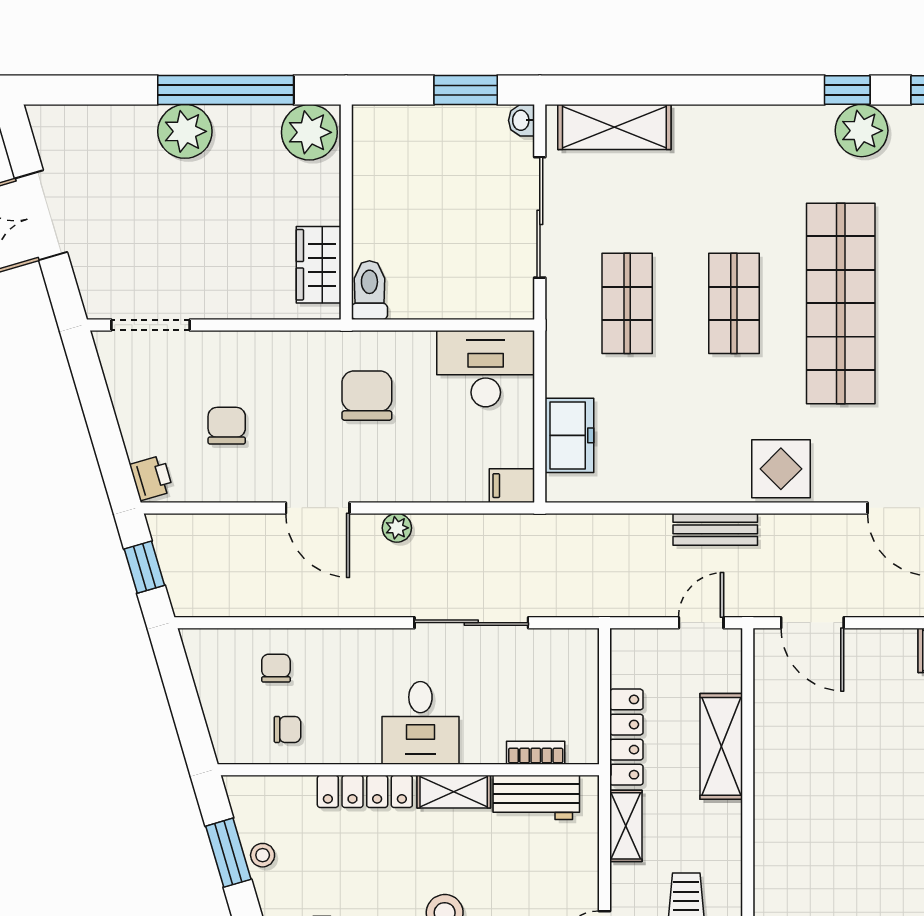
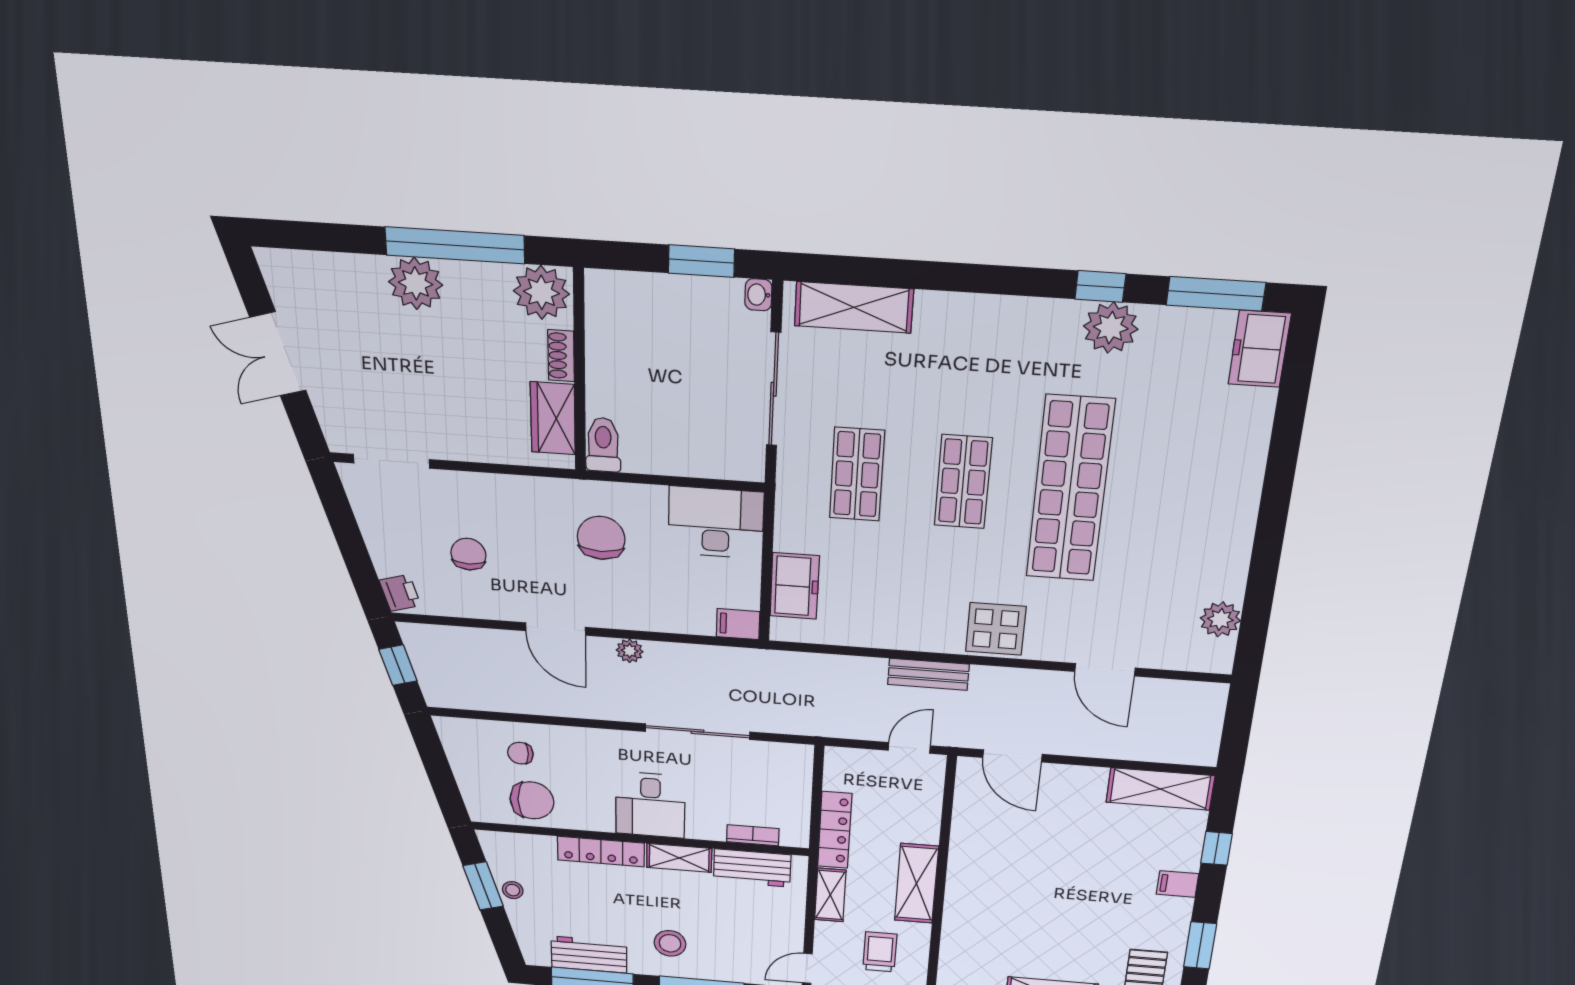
shoe rack: (328, 197) -> (561, 356), added
chair: (276, 668) -> (520, 753), turned -90
chair: (288, 729) -> (532, 800), width x1.87, depth x1.87
shelving: (721, 746) -> (916, 883), moved

